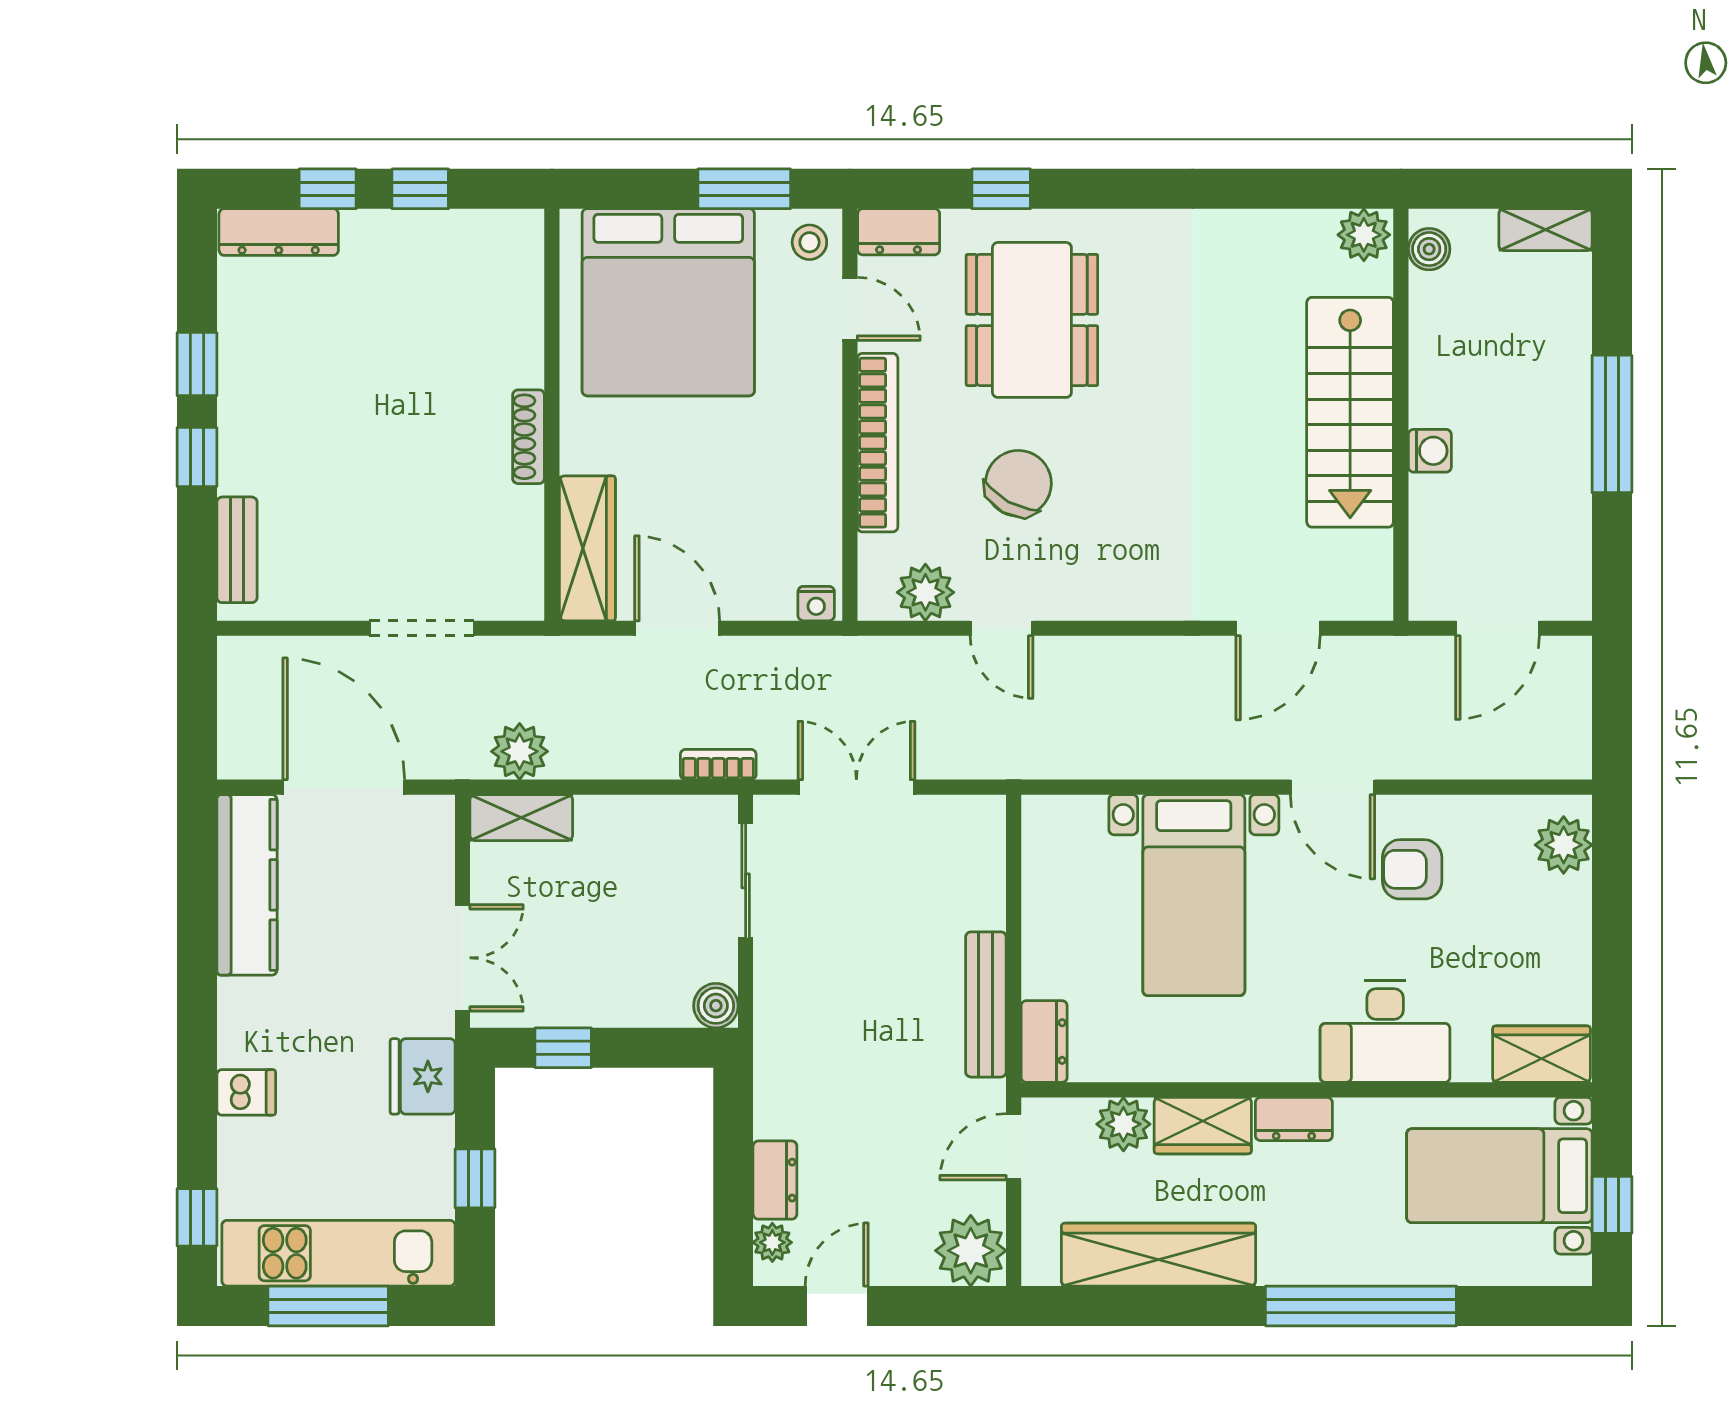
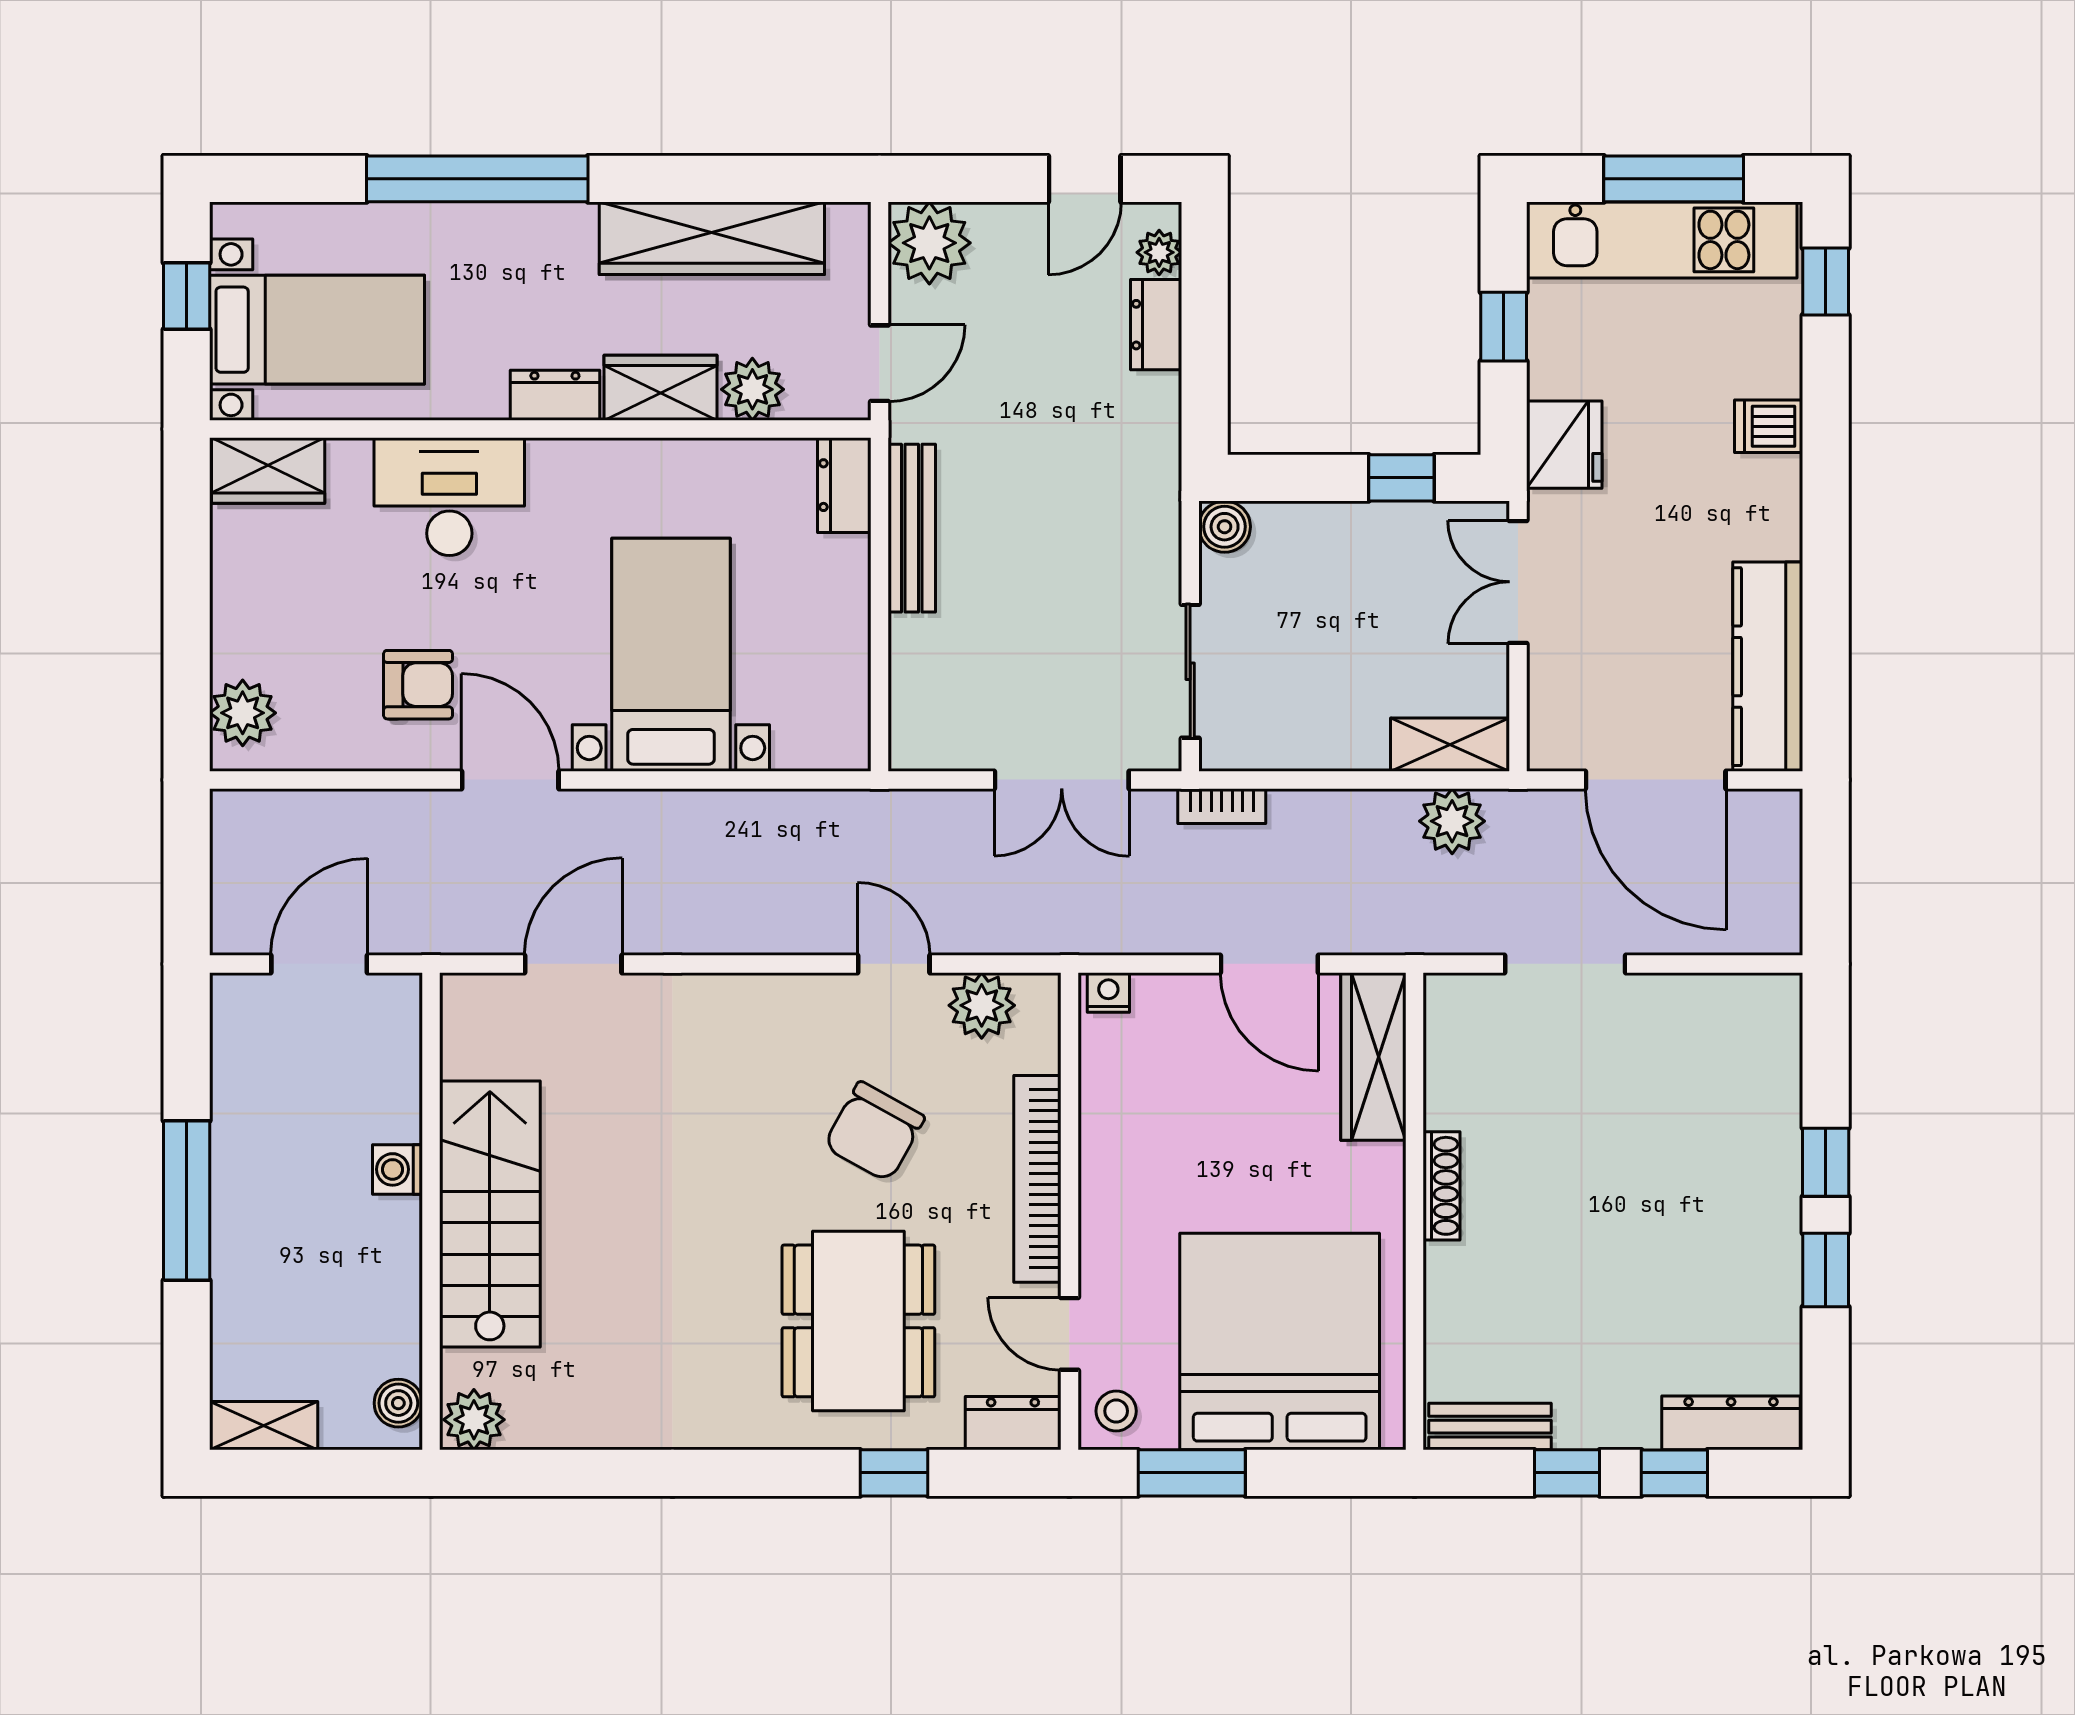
bench: (237, 550) -> (1490, 1427), moved, turned 90

